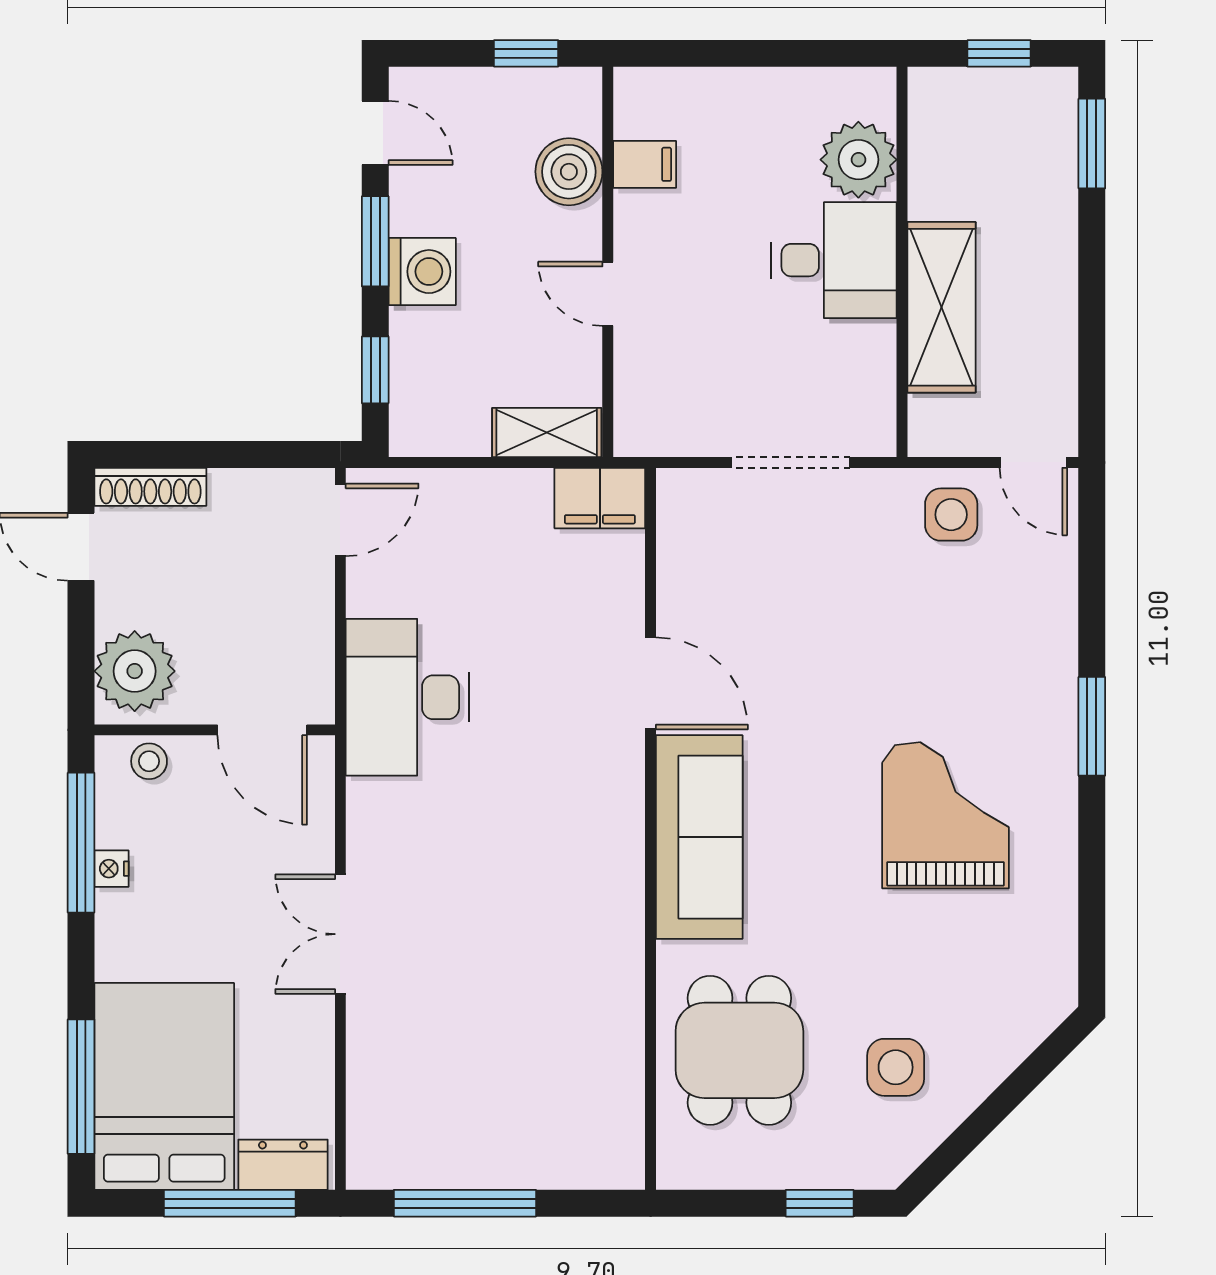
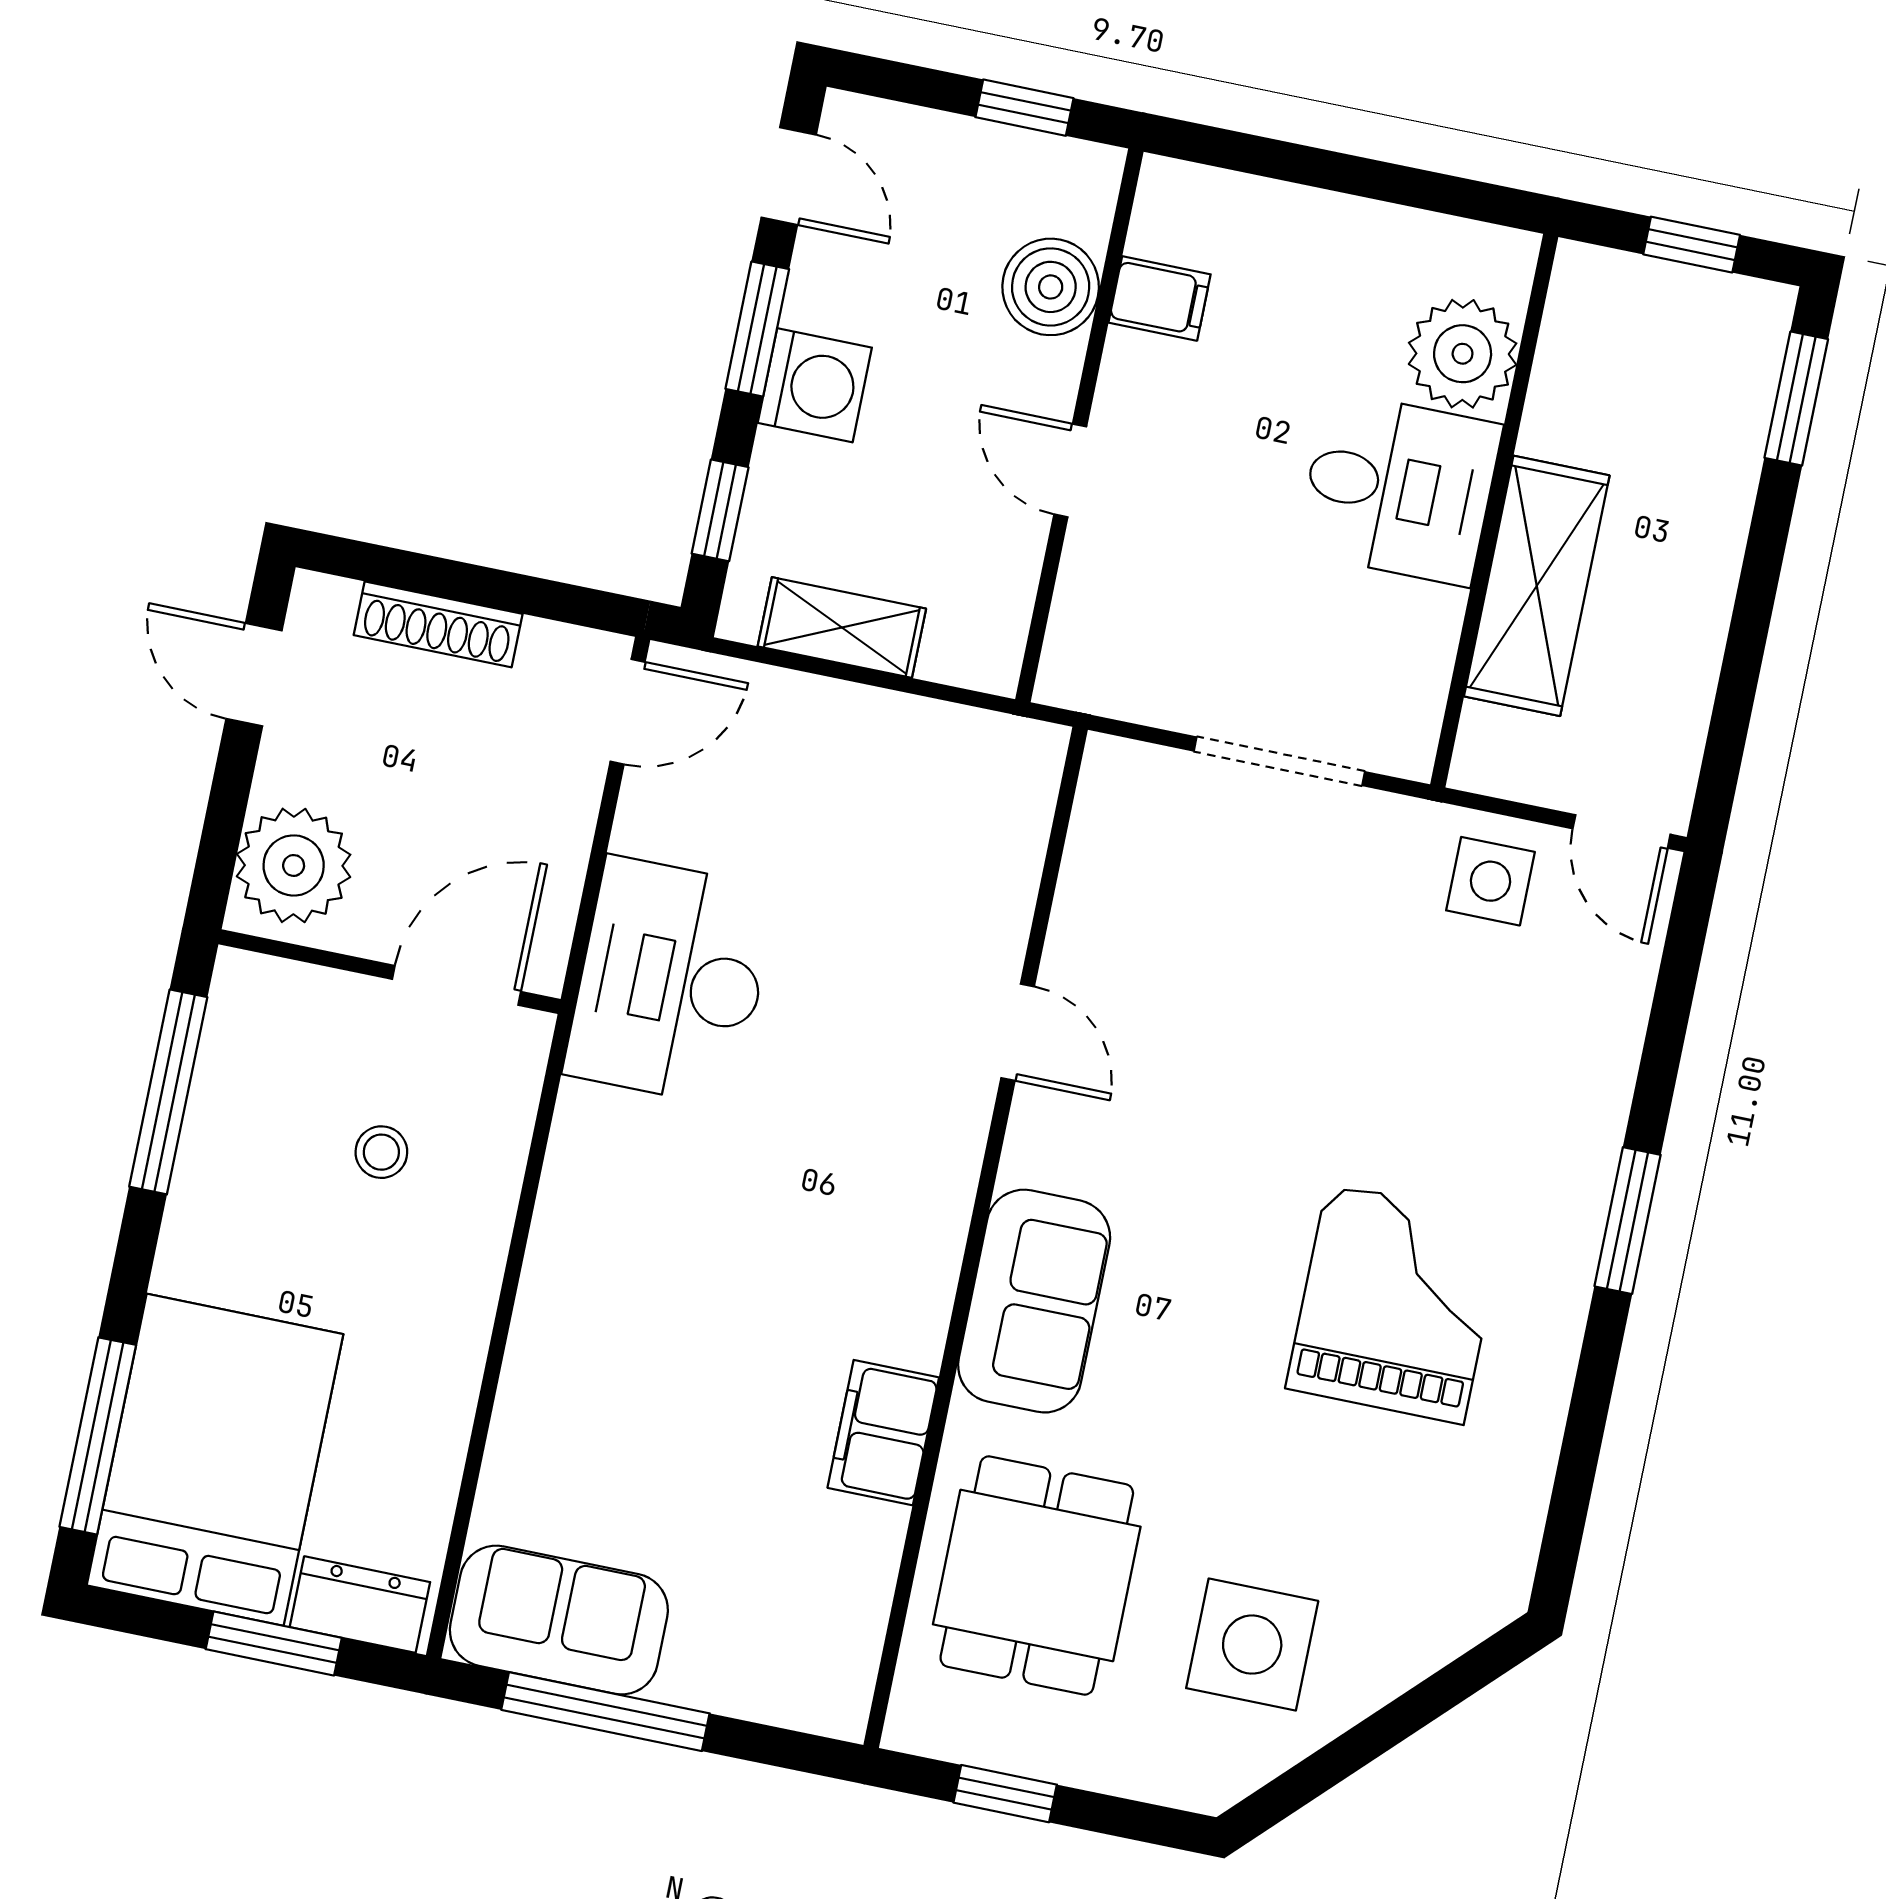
shelving: (547, 433) -> (842, 627), moved
shoe rack: (150, 487) -> (438, 624), moved
filing cabinet: (600, 498) -> (883, 1433), moved, turned 90
door: (651, 683) -> (1018, 1032), width x0.73
door: (262, 730) -> (457, 985), swing flipped
stool: (149, 761) -> (381, 1152), moved
sofa: (699, 837) -> (1034, 1301), width x0.73
nightstand: (112, 869) -> (204, 1137), removed
double door: (340, 934) -> (508, 1296), removed
side table: (896, 1067) -> (1252, 1645), width x1.37, depth x1.37
sofa: (420, 1147) -> (559, 1620), added
window: (230, 1203) -> (274, 1643), width x0.69
window: (820, 1203) -> (1005, 1794), moved

